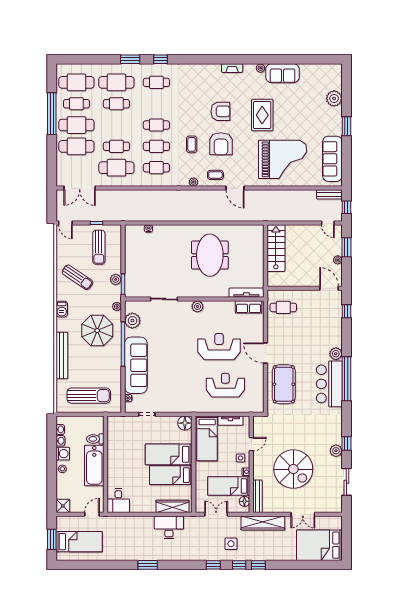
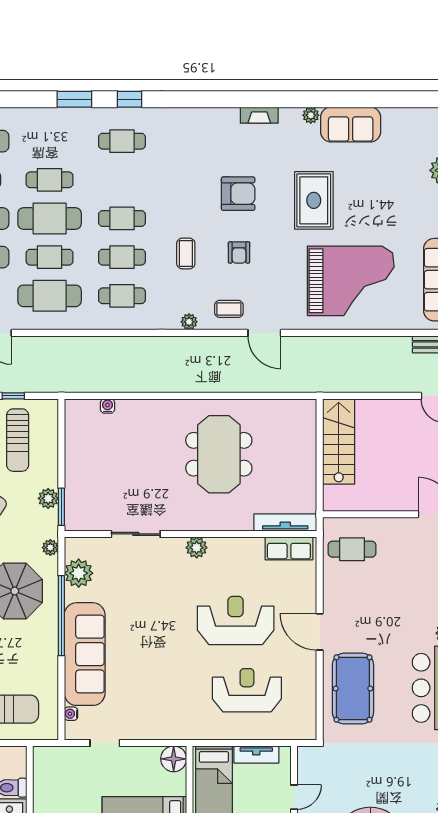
cafe table: (116, 82) -> (50, 218), moved
armchair: (221, 144) -> (239, 252), width x0.53, depth x0.53

